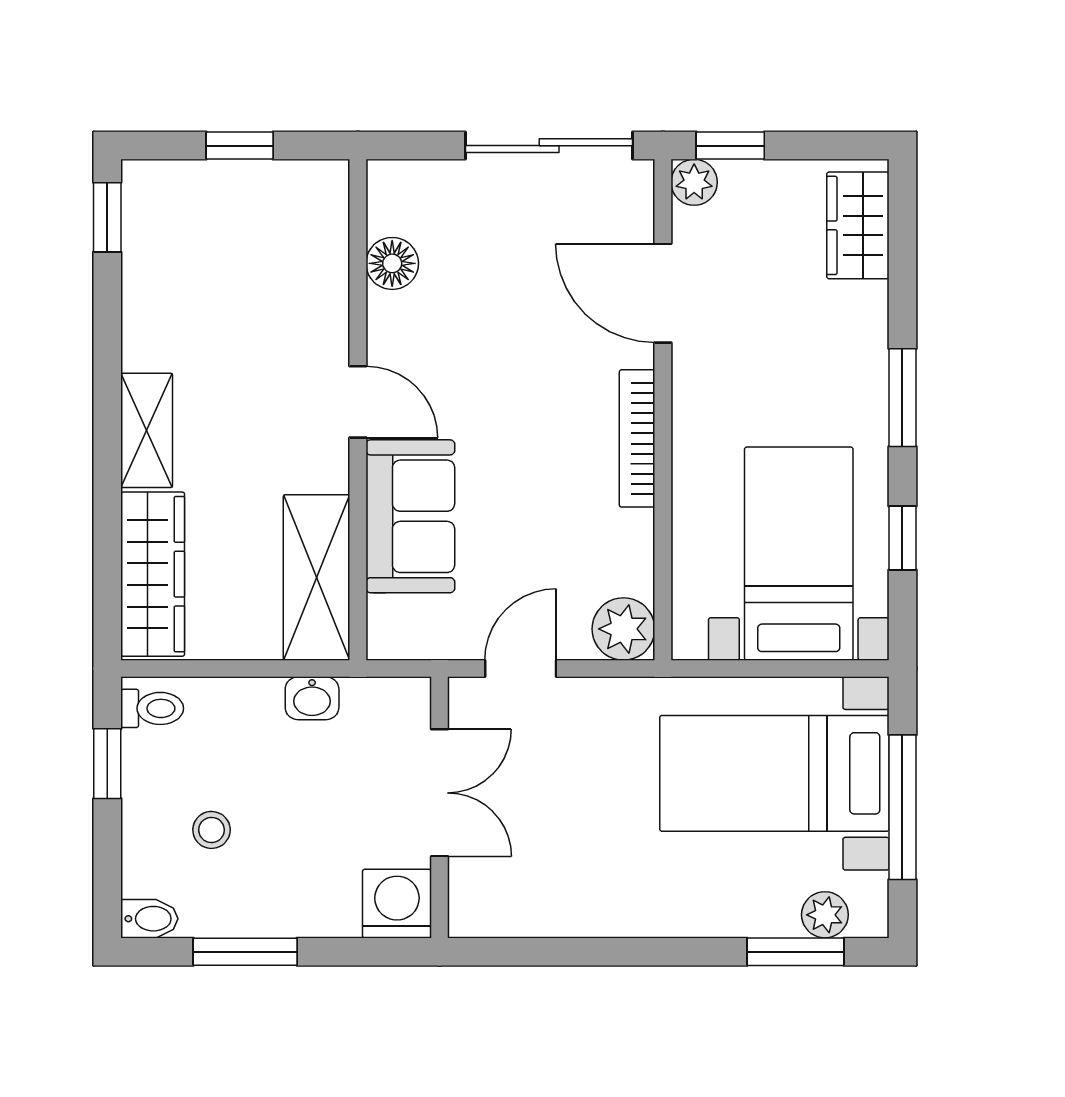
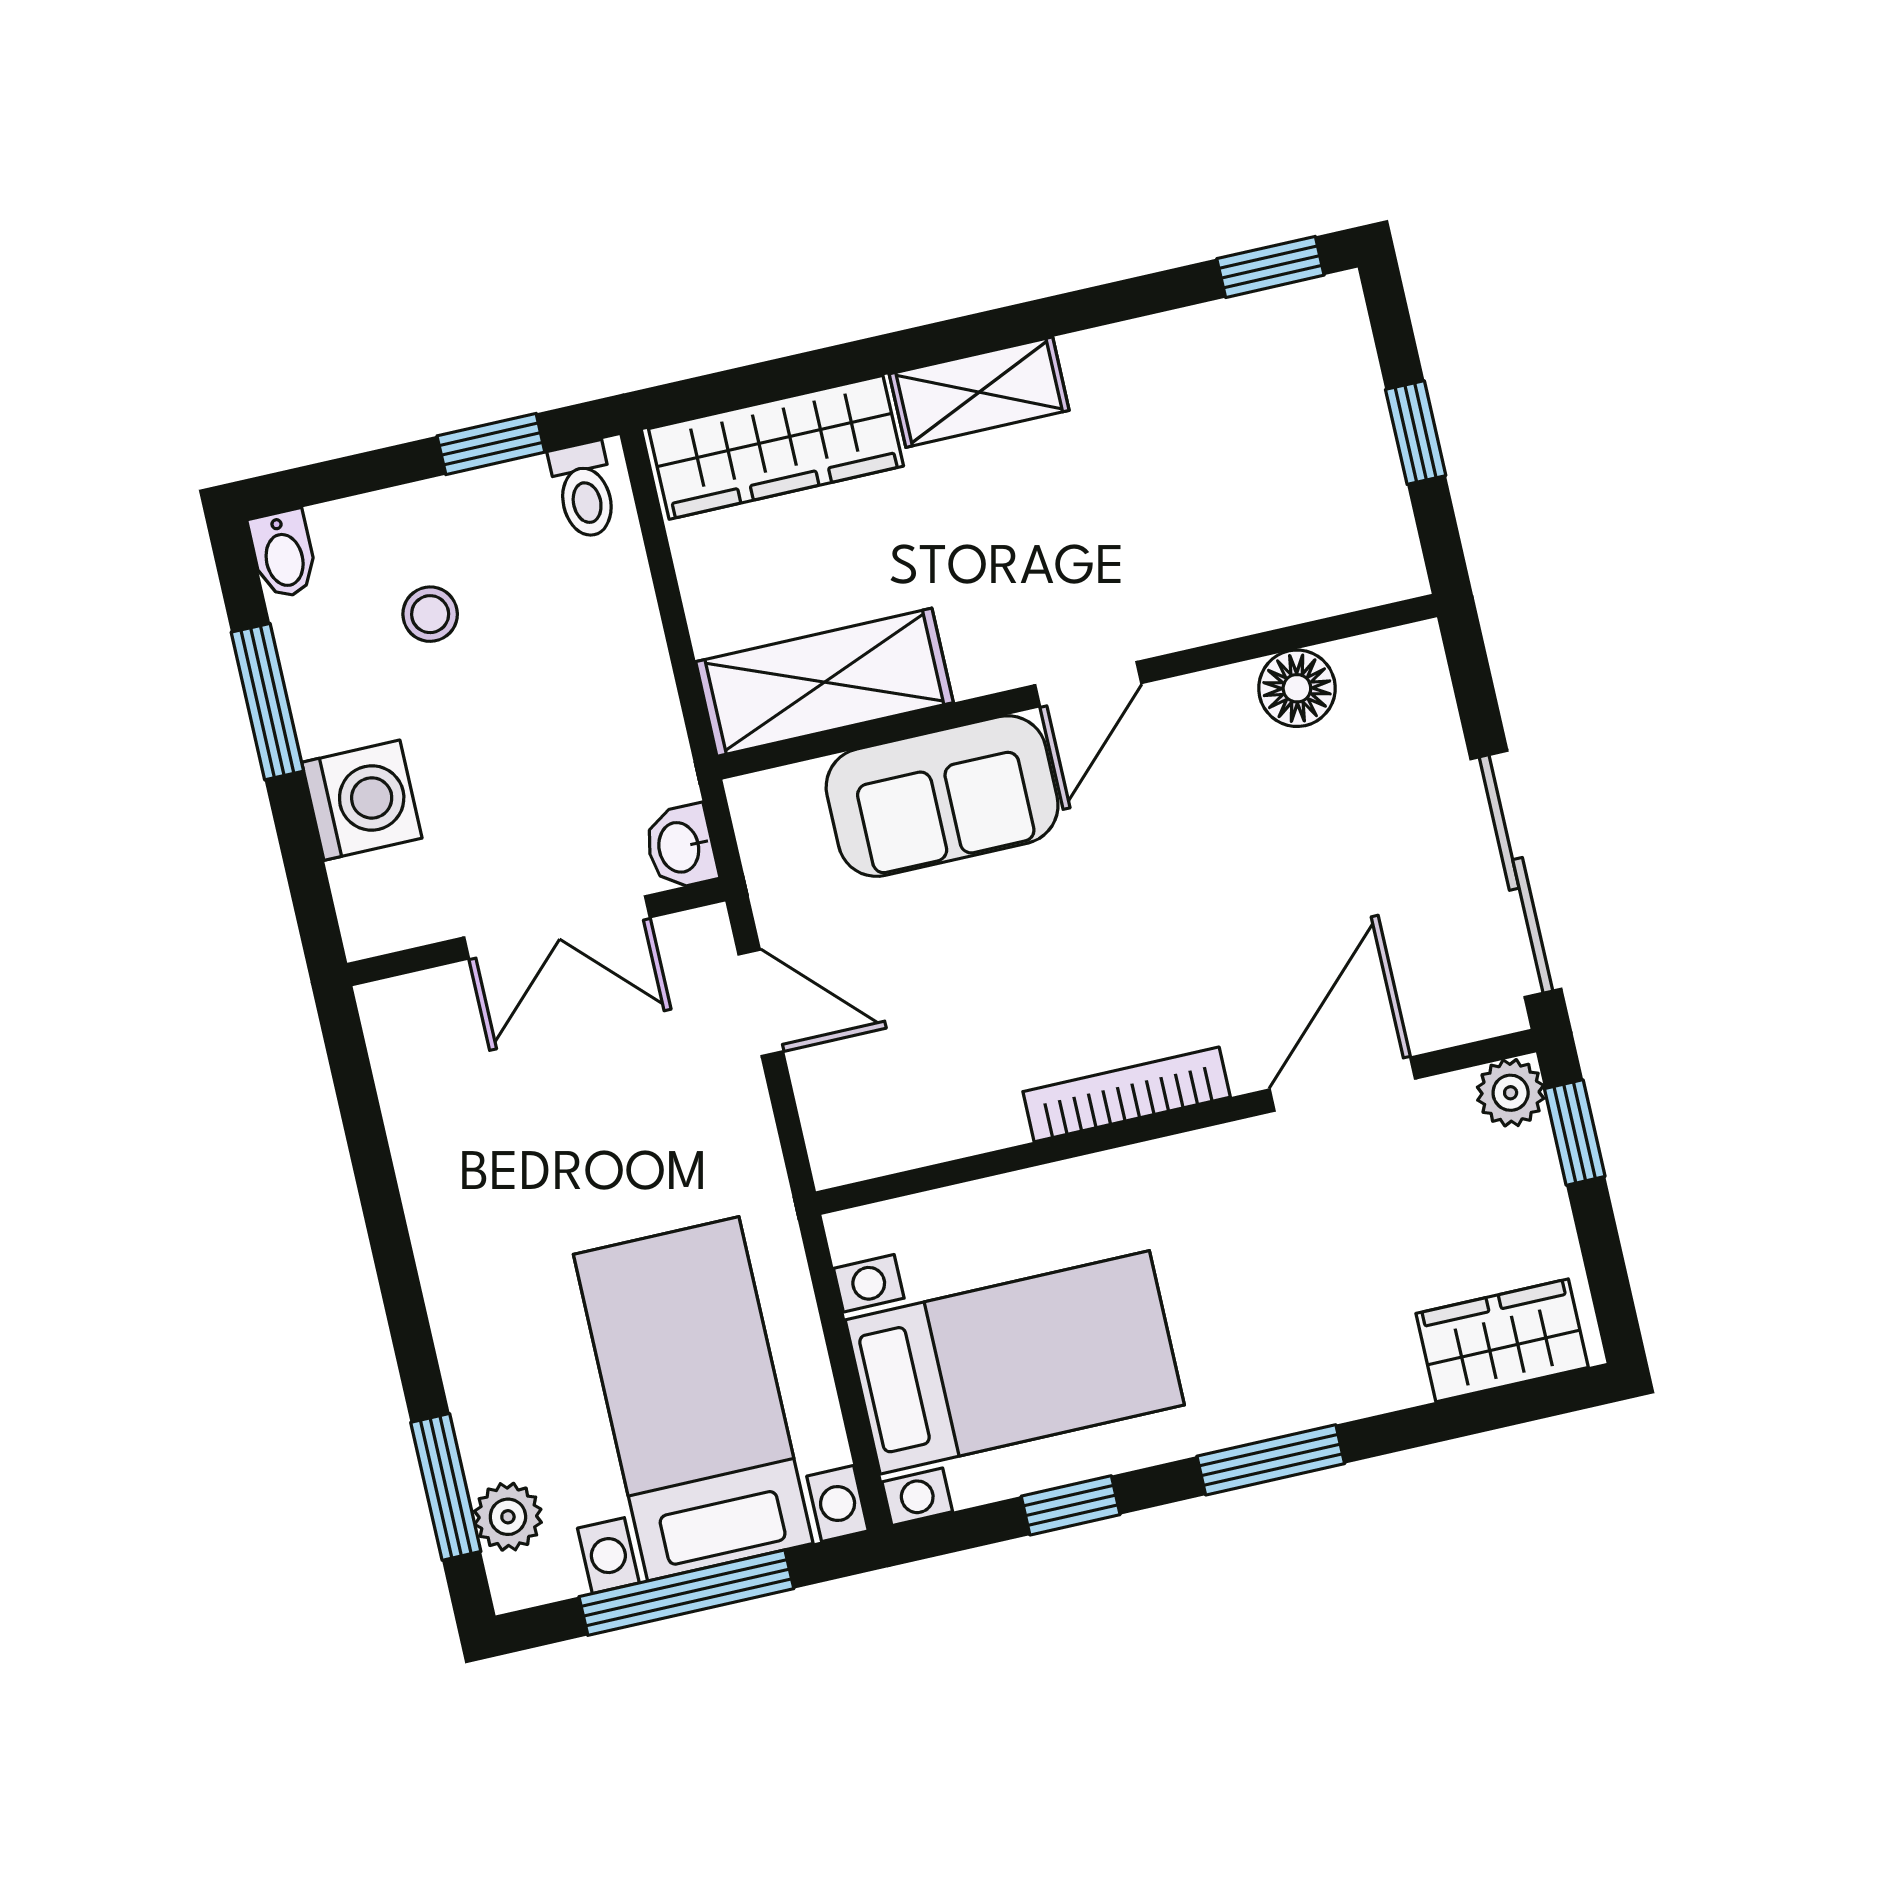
plant: (623, 629) -> (850, 1137), removed
washbasin: (312, 698) -> (681, 847), moved
washing machine: (397, 904) -> (362, 800), moved

